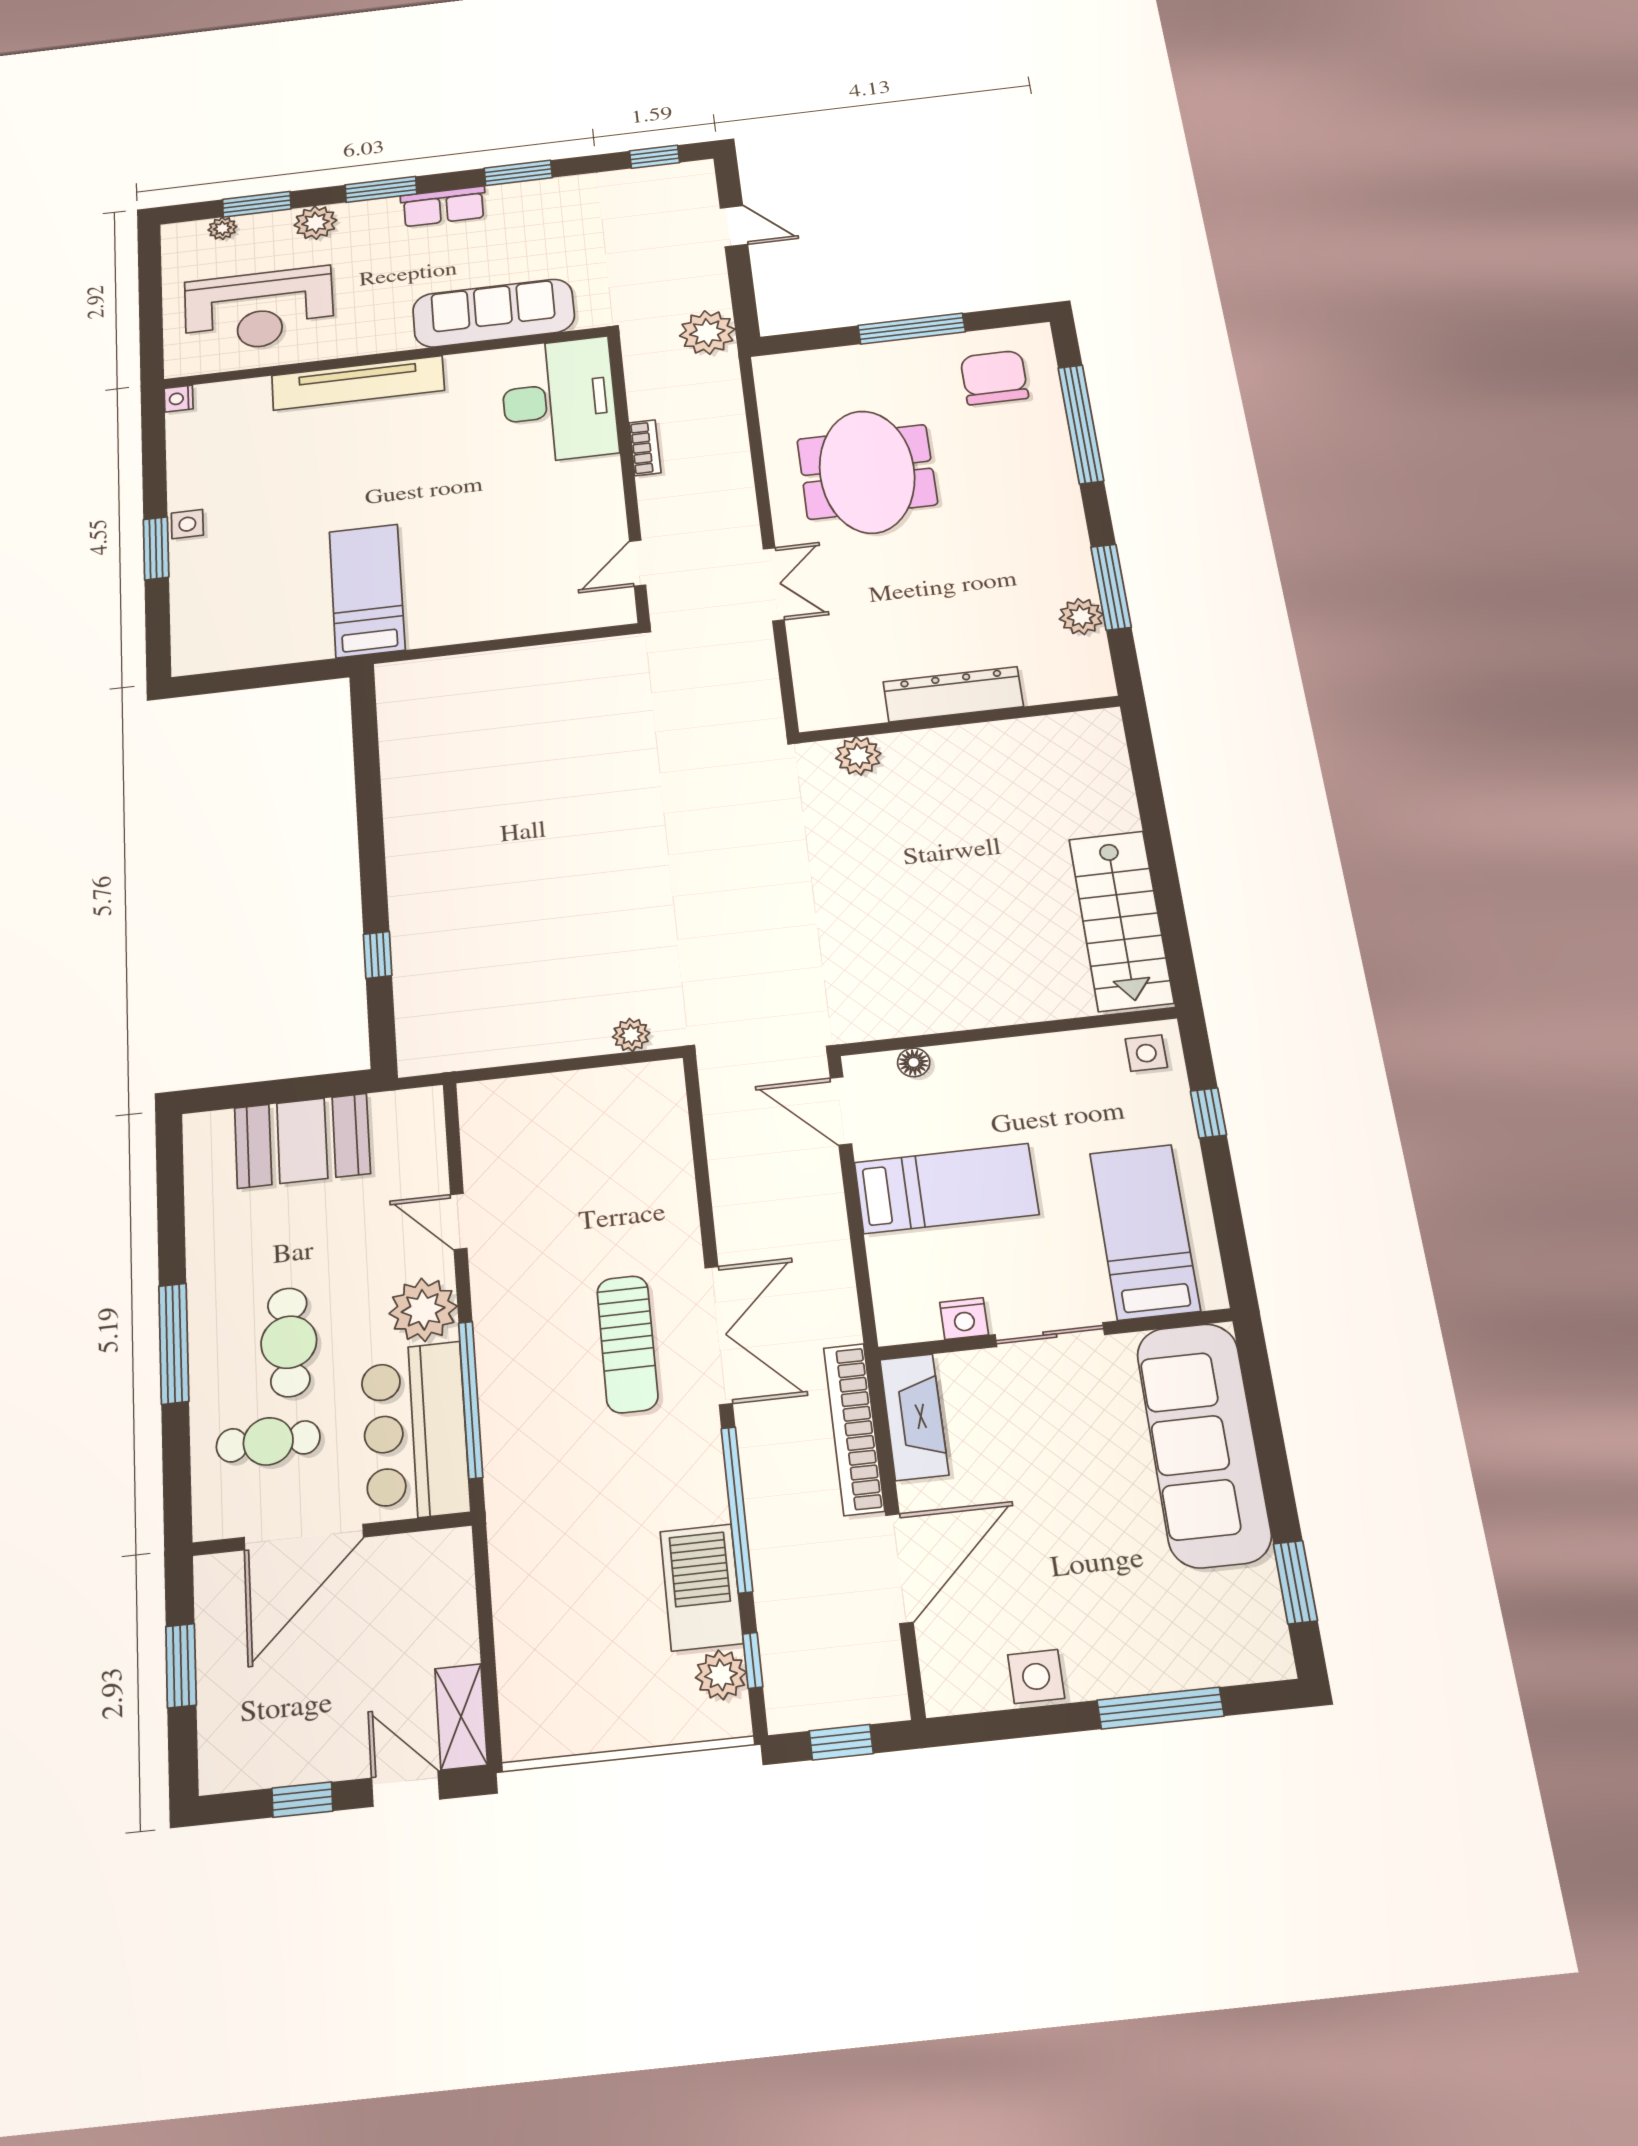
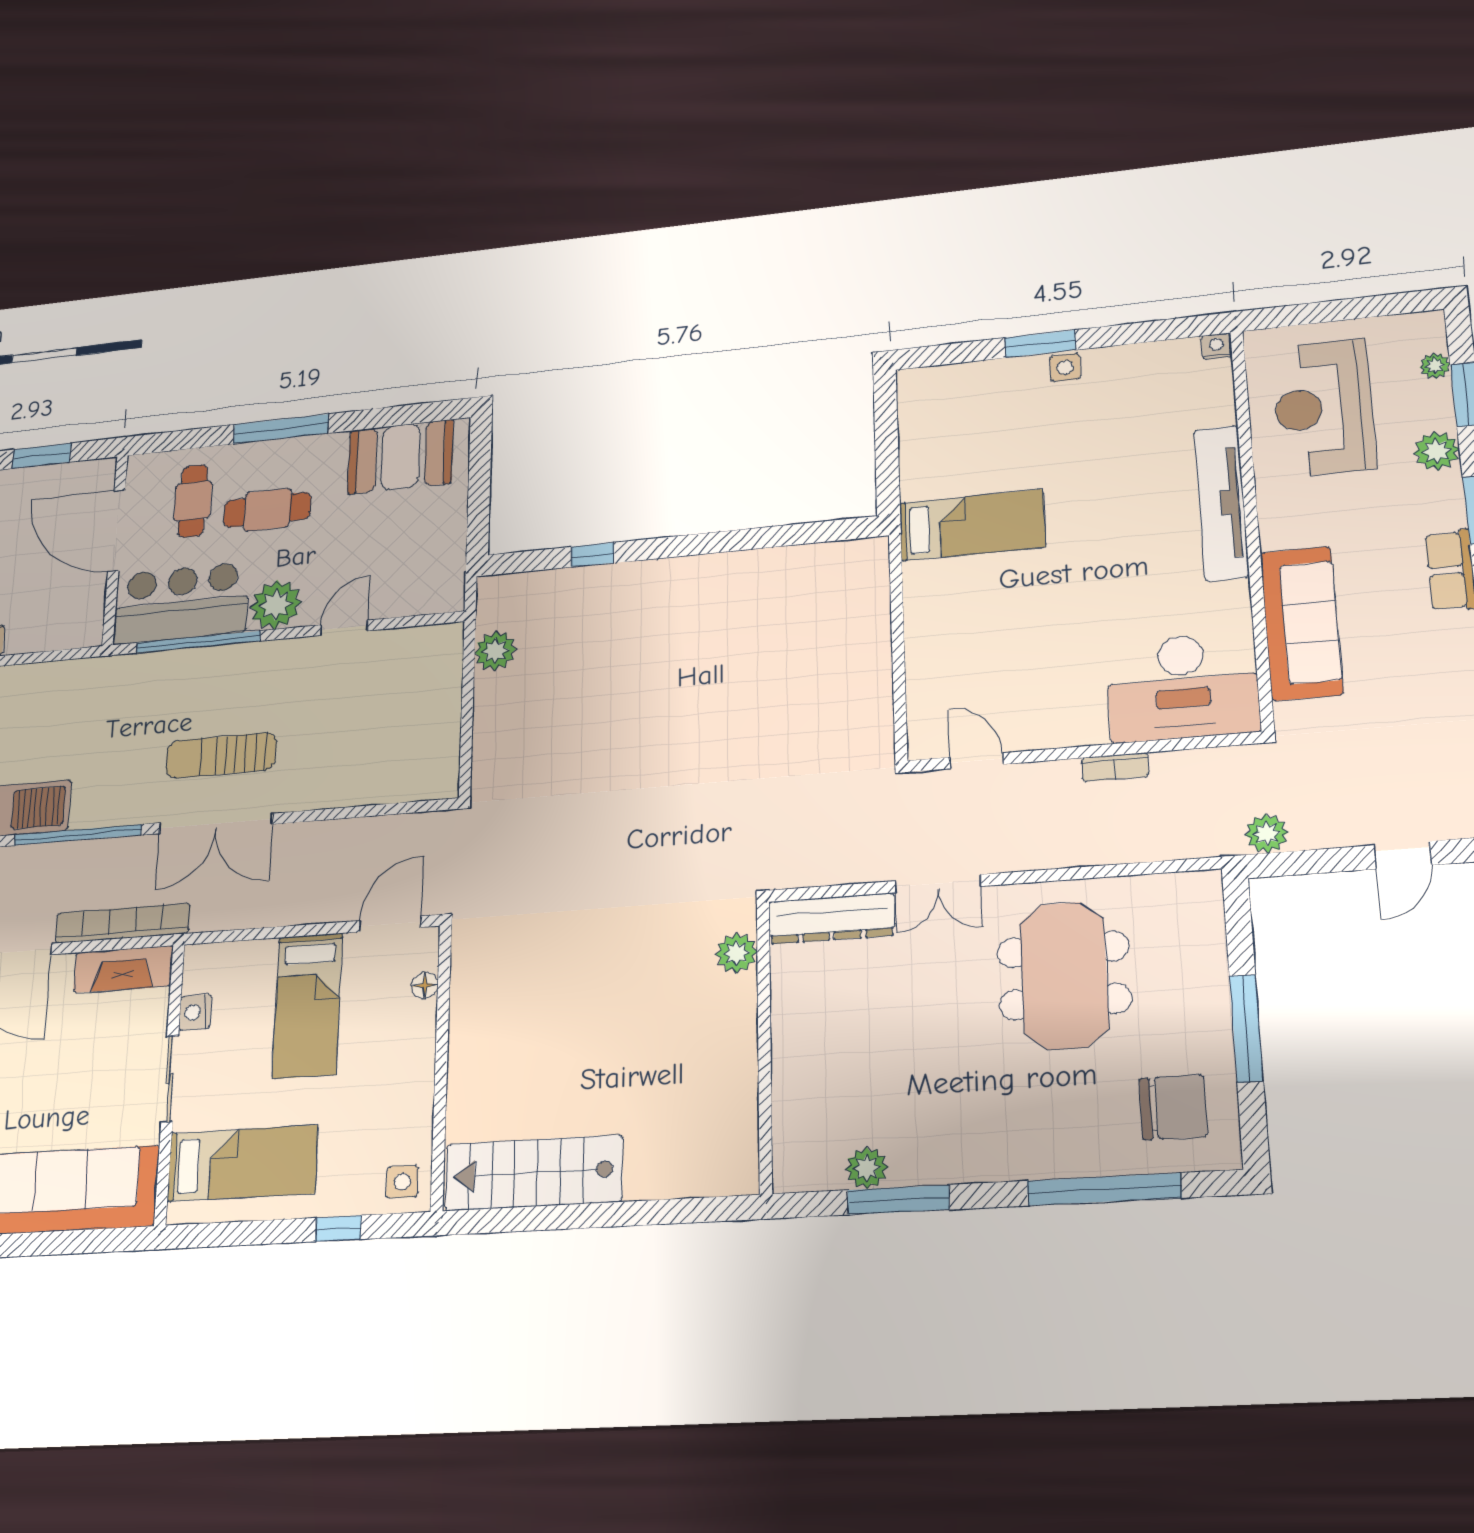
plant: (707, 332) -> (1267, 833), width x0.73, depth x0.73
meeting table: (867, 472) -> (1064, 975), turned 90
dresser: (953, 694) -> (832, 918), moved, turned 90
plant: (631, 1035) -> (495, 651), moved, width x1.38, depth x1.38
booth: (302, 1141) -> (401, 457), moved, turned 90

